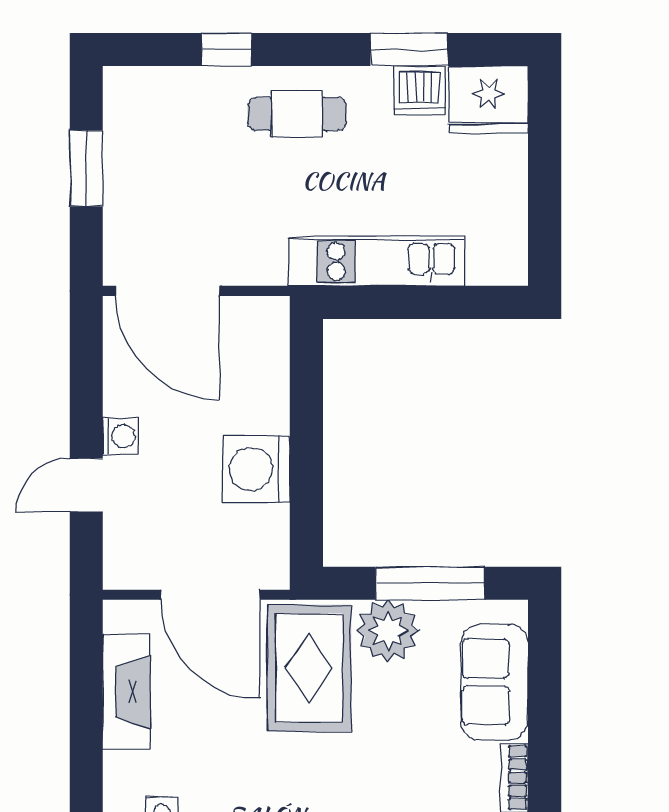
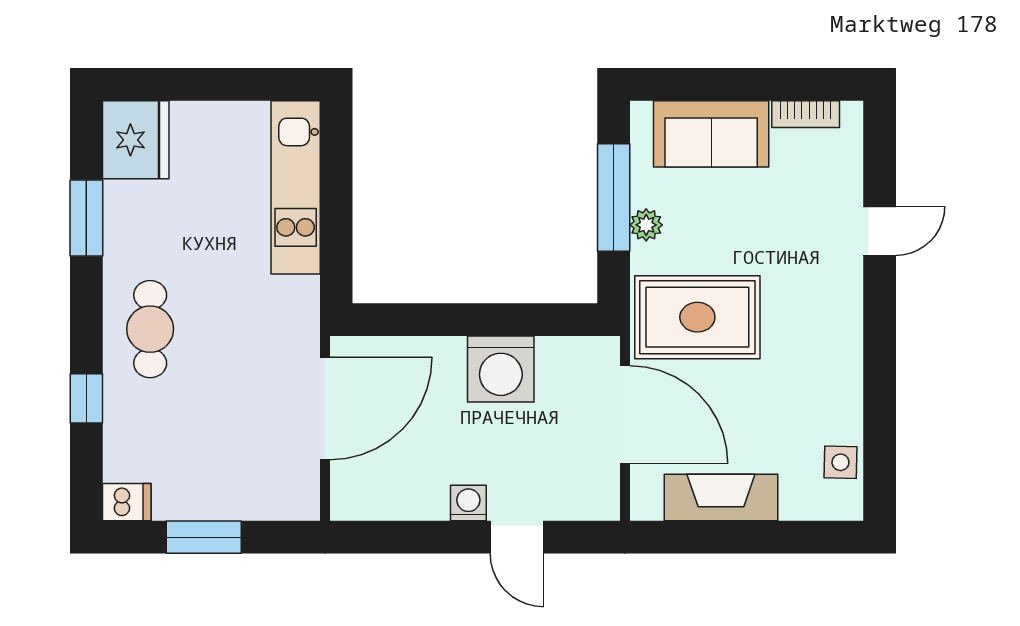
dishwasher: (420, 90) -> (127, 502), moved, width x0.73
kitchen unit: (377, 261) -> (296, 187), moved
door: (168, 291) -> (325, 408), moved
door: (210, 595) -> (625, 415), hinge flipped
plant: (388, 631) -> (646, 225), width x0.53, depth x0.53

